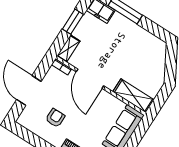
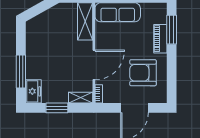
armchair: (55, 118) -> (143, 73), width x1.88, depth x1.88

